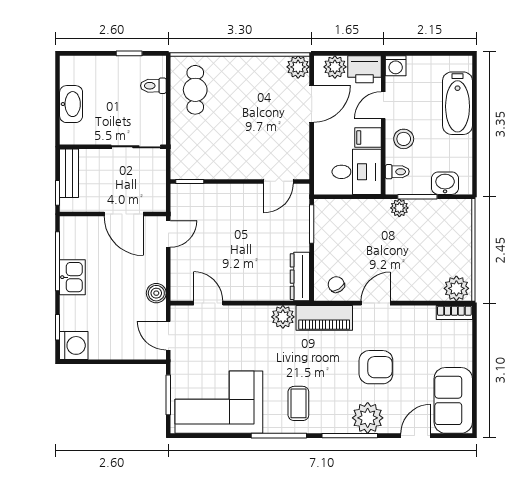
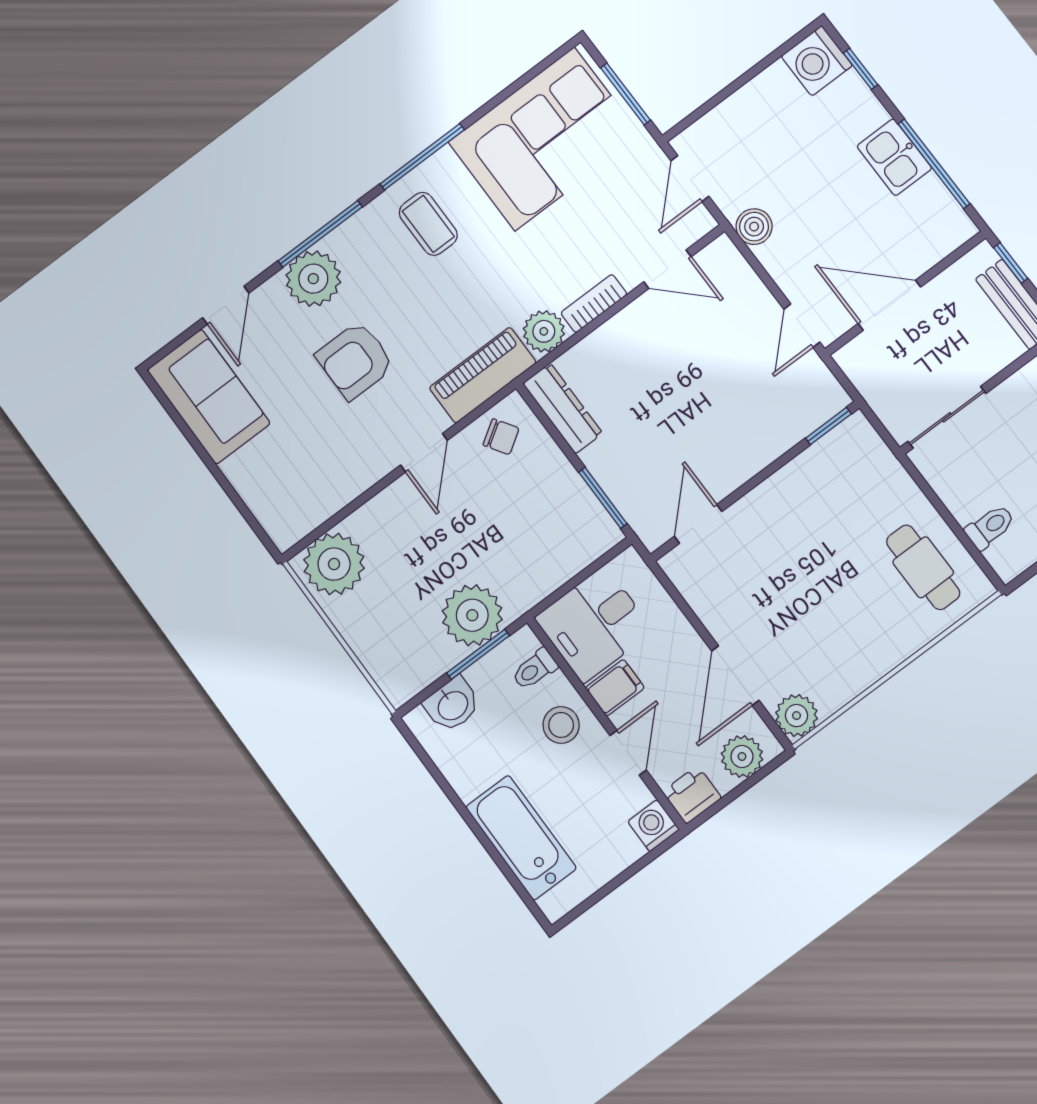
printer: (365, 69) -> (692, 795), width x0.73, depth x0.81
plant: (399, 208) -> (472, 615), width x1.88, depth x1.88
plant: (456, 288) -> (334, 564), width x1.36, depth x1.36
bookcase: (454, 312) -> (594, 303), moved
door: (168, 336) -> (690, 179), swing flipped

